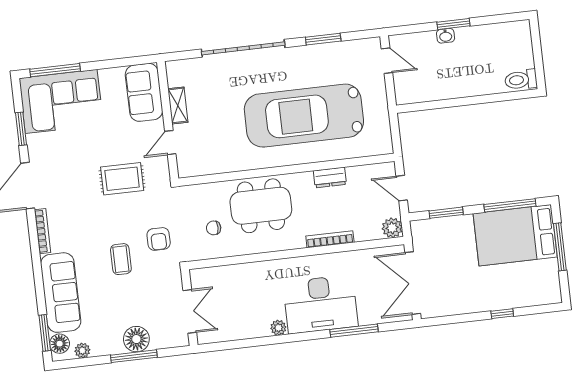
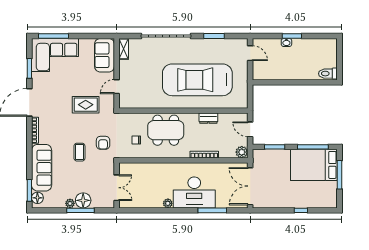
shelving: (178, 105) -> (124, 49), moved
plant: (82, 351) -> (70, 203), moved

